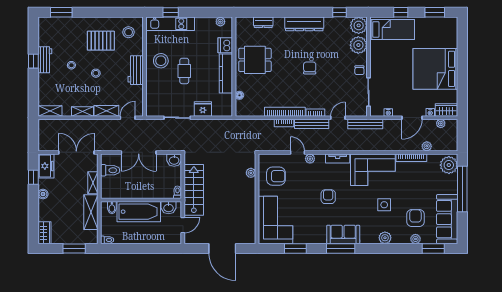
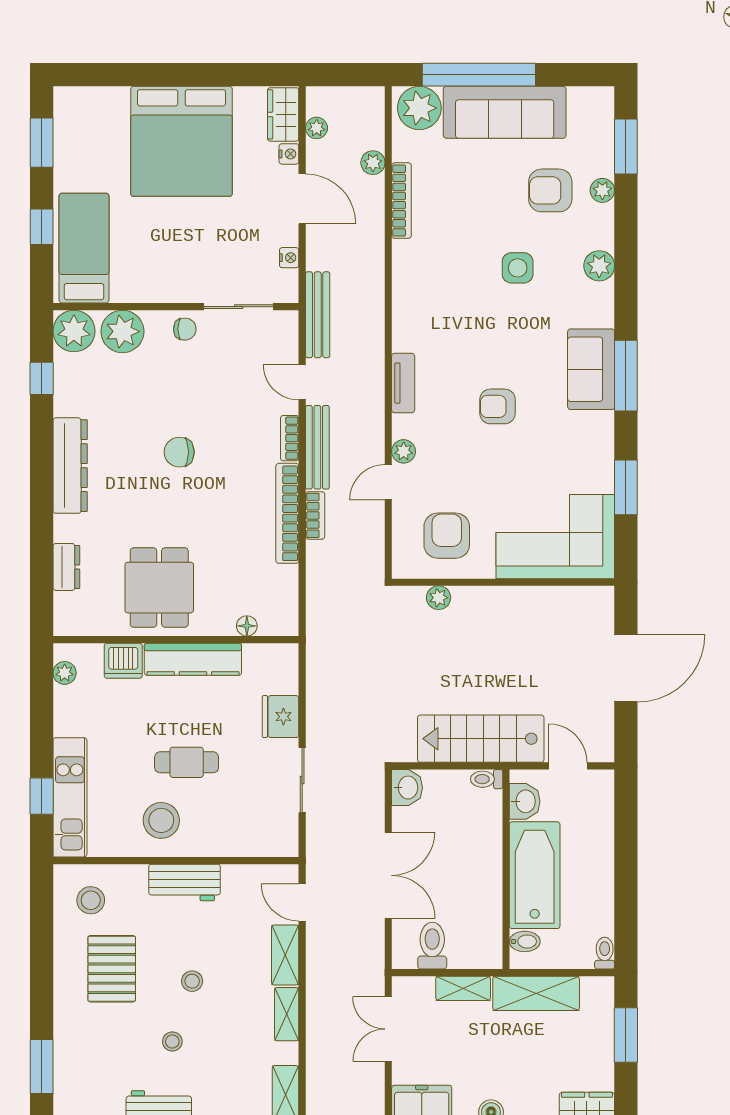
double door: (76, 152) -> (388, 1029), width x0.73
corner sofa: (373, 170) -> (431, 296), removed
sofa: (447, 219) -> (505, 112), moved

